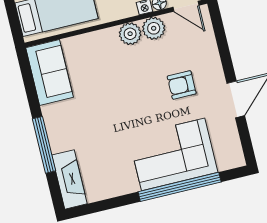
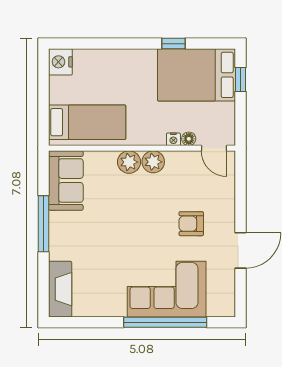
plant: (154, 28) -> (129, 162), moved
window: (44, 145) -> (43, 224), moved

